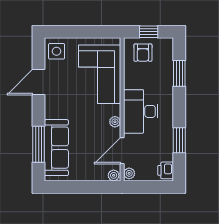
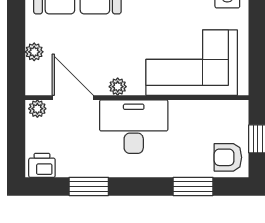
armchair: (143, 53) -> (228, 157), moved
plant: (114, 175) -> (34, 52), moved

